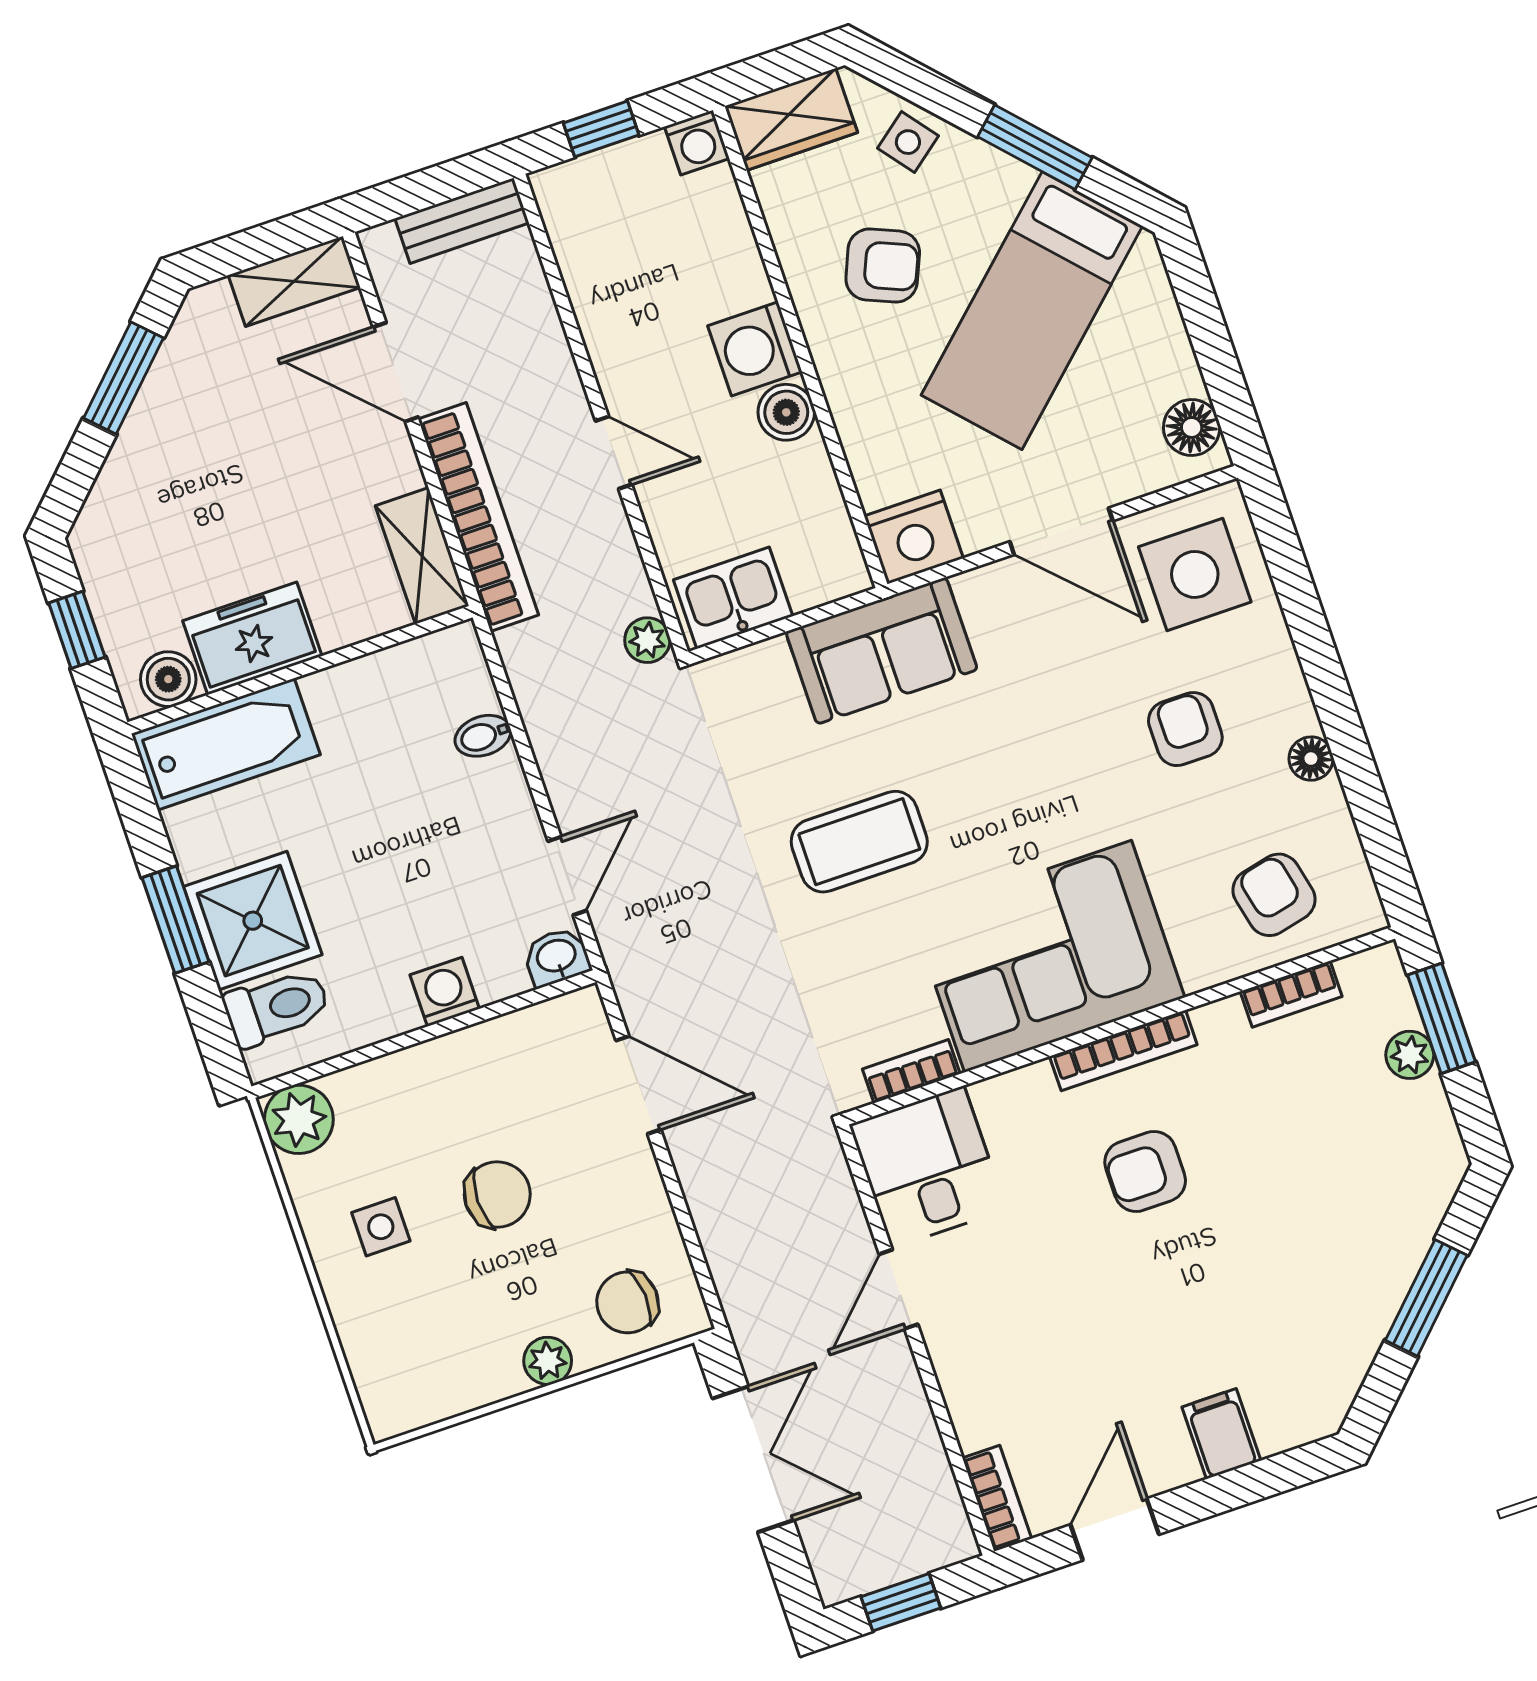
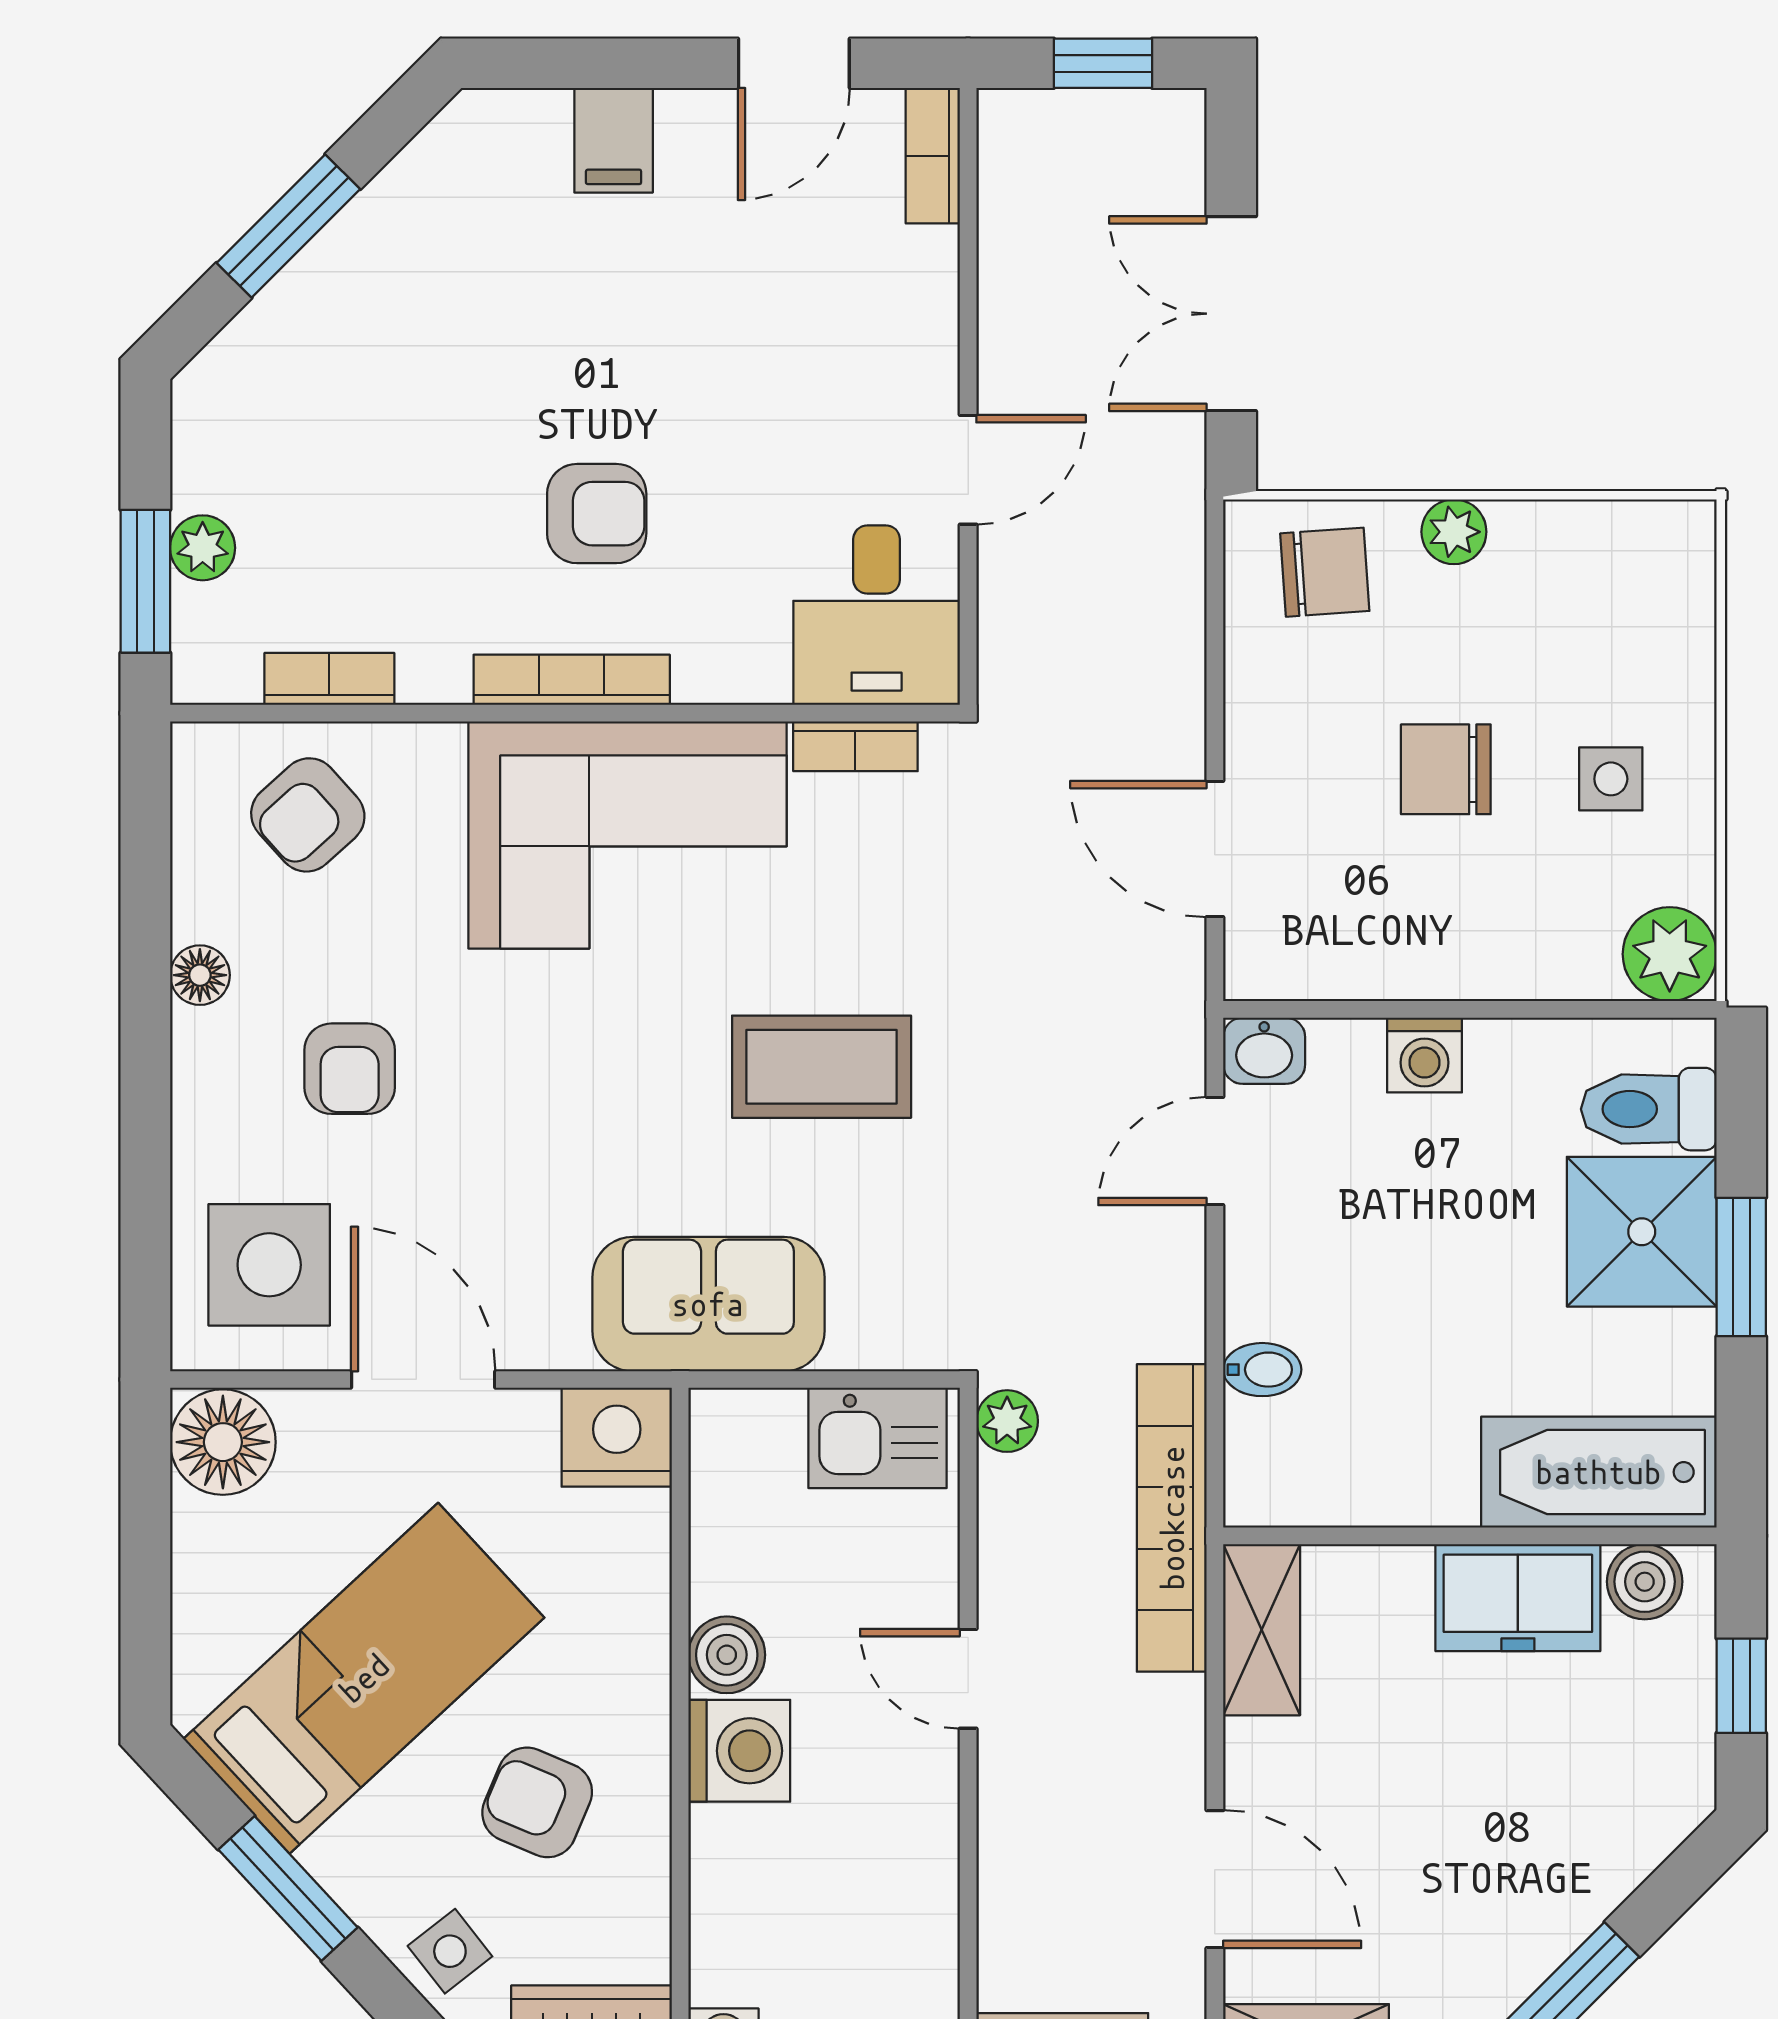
floor lamp: (1192, 427) -> (223, 1442), width x1.38, depth x1.38
bookcase: (478, 517) -> (1172, 1518), moved
armchair: (1274, 895) -> (308, 815), turned 61

